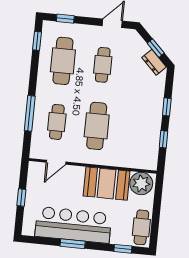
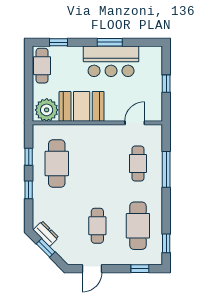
cafe table: (97, 126) -> (57, 164), moved
bar counter: (73, 225) -> (111, 61), width x0.73

